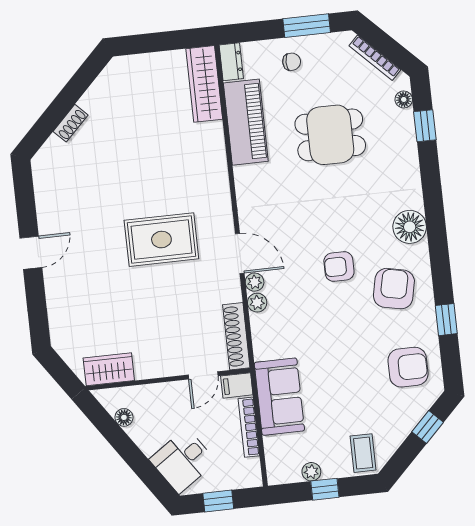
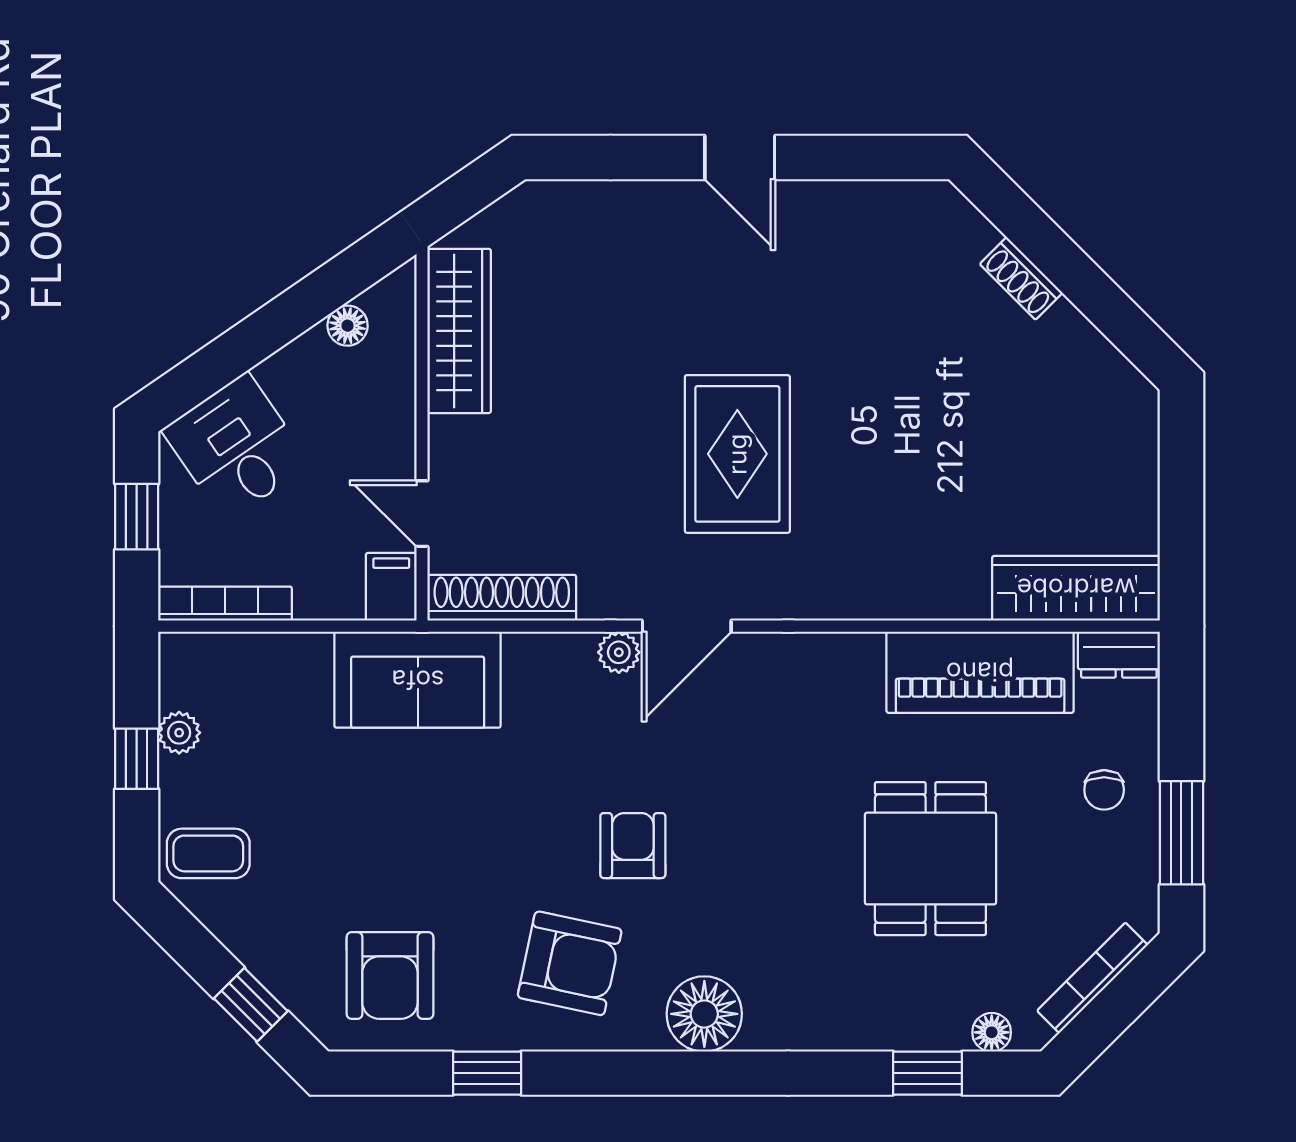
plant: (257, 303) -> (572, 653), removed
wardrobe: (109, 369) -> (459, 331), width x1.50
sofa: (279, 397) -> (418, 680), moved
bookcase: (249, 427) -> (225, 604), moved

